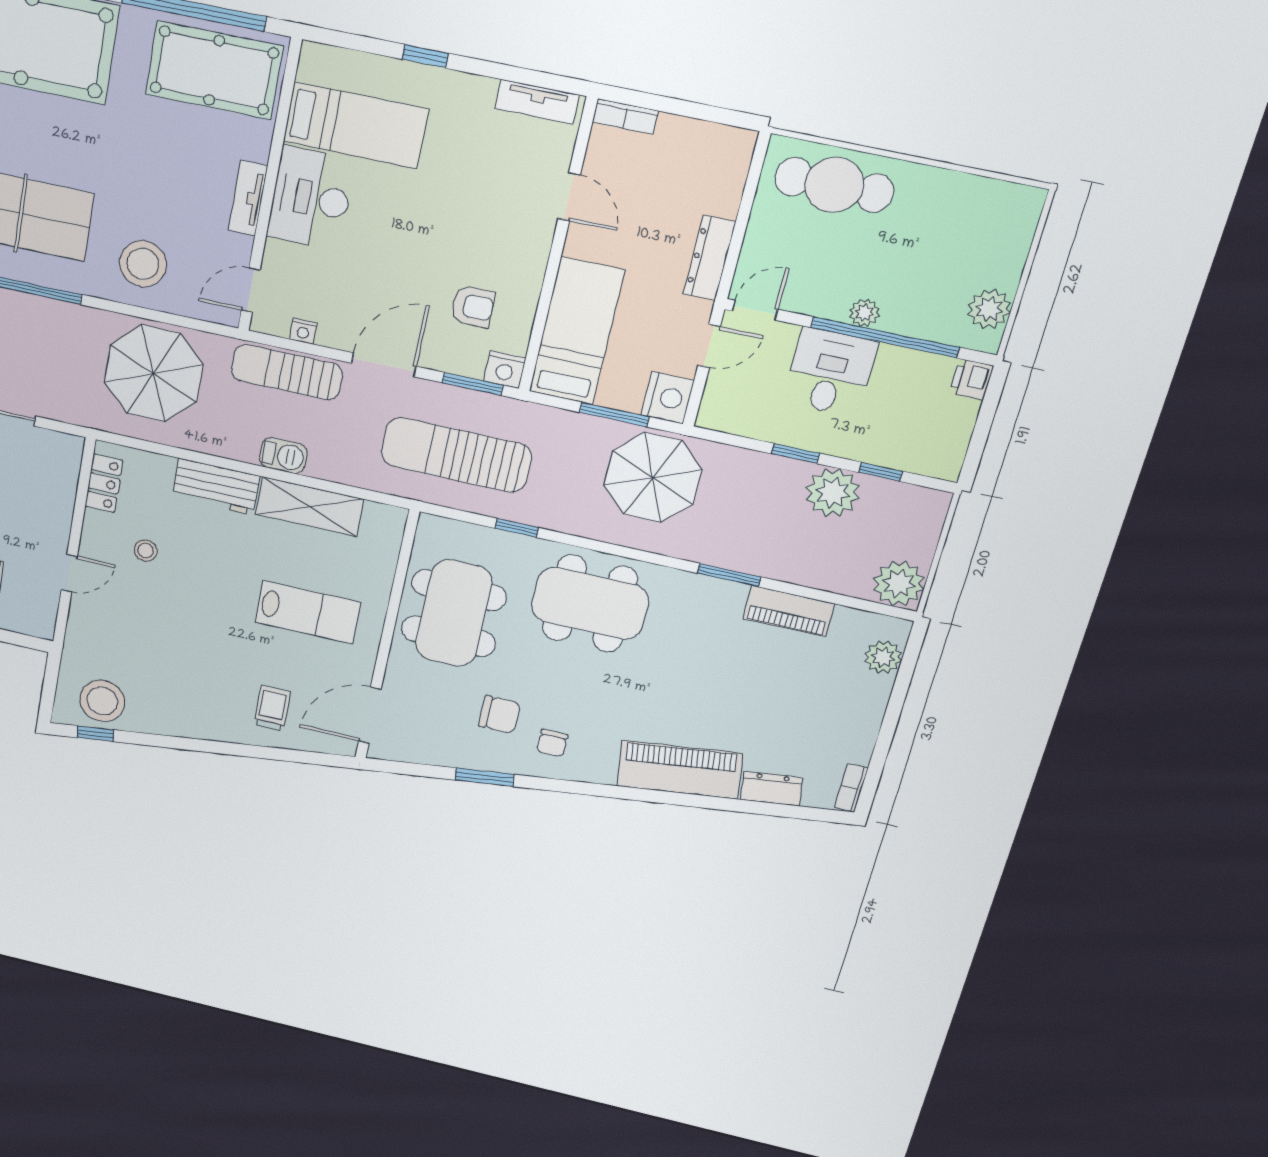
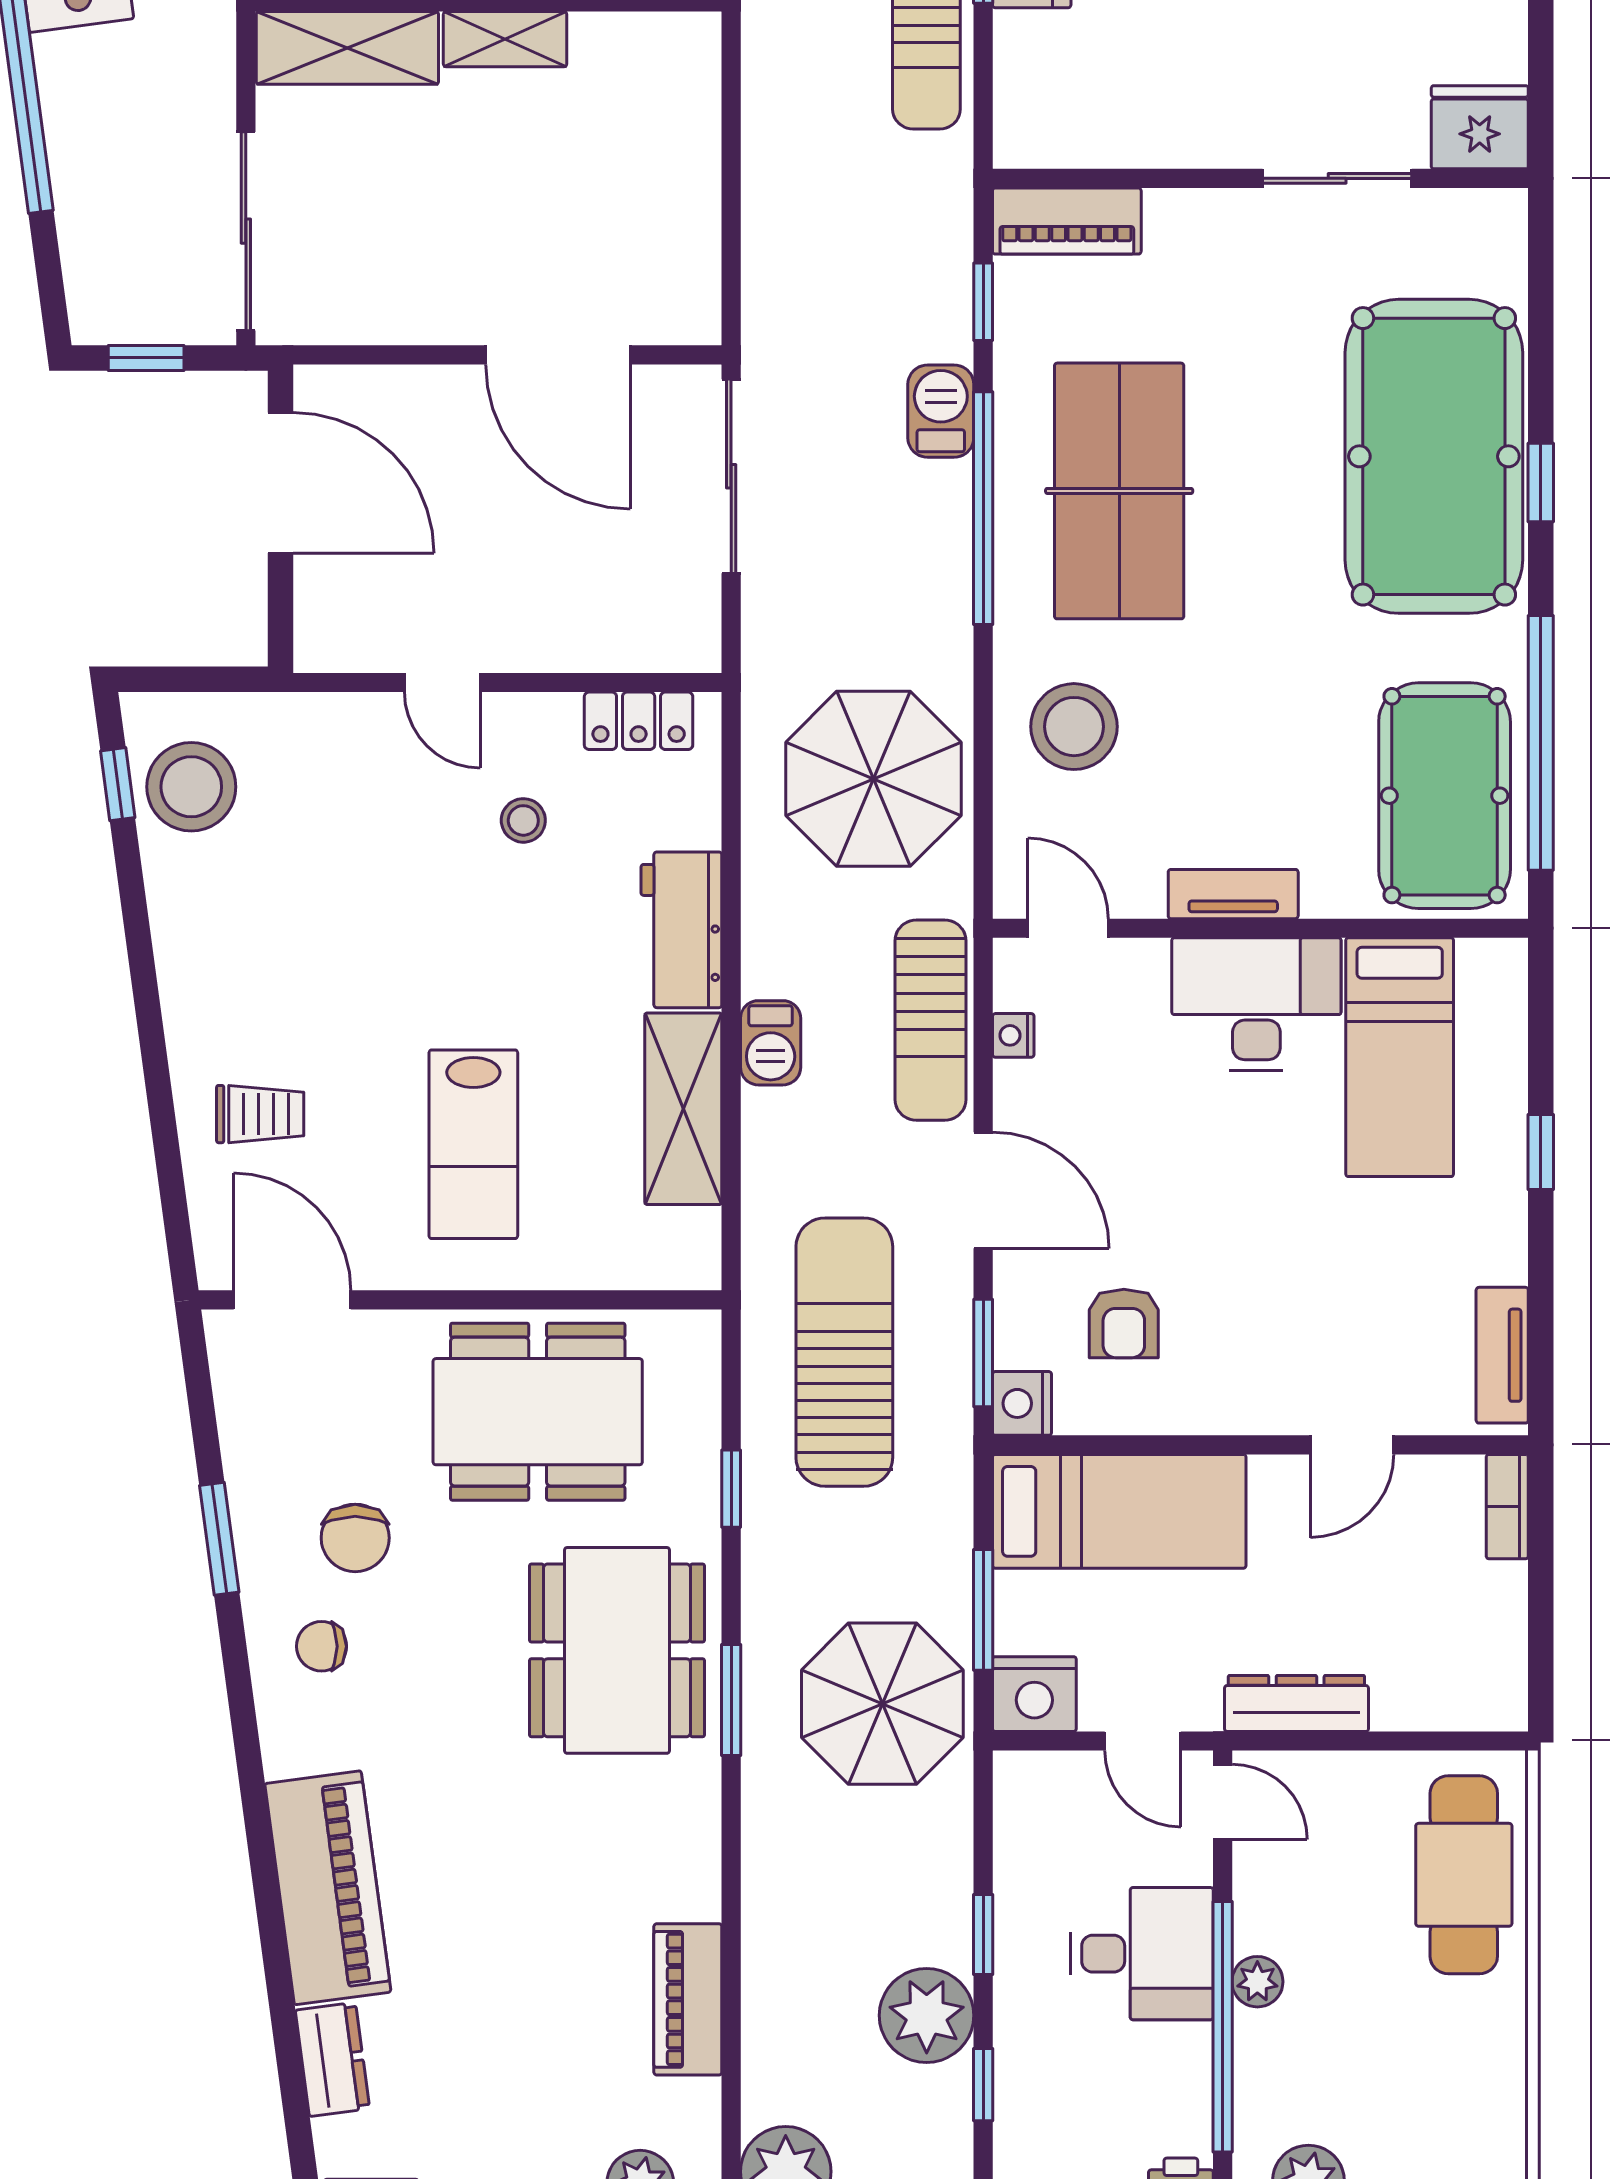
sun lounger: (287, 372) -> (931, 1020), turned 180
window: (729, 575) -> (731, 1700), moved

